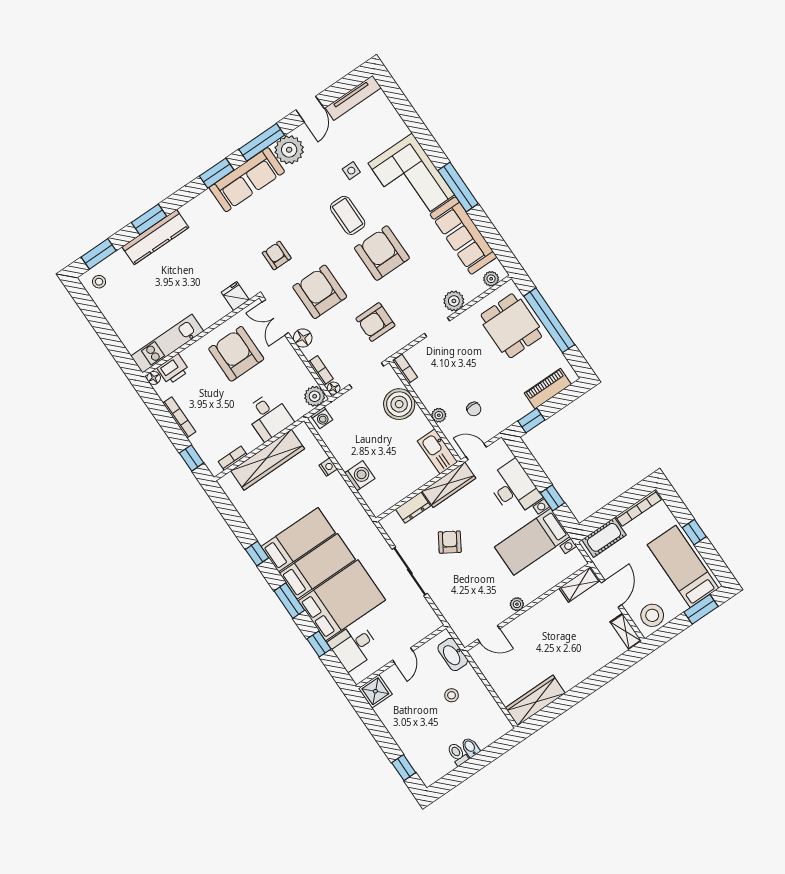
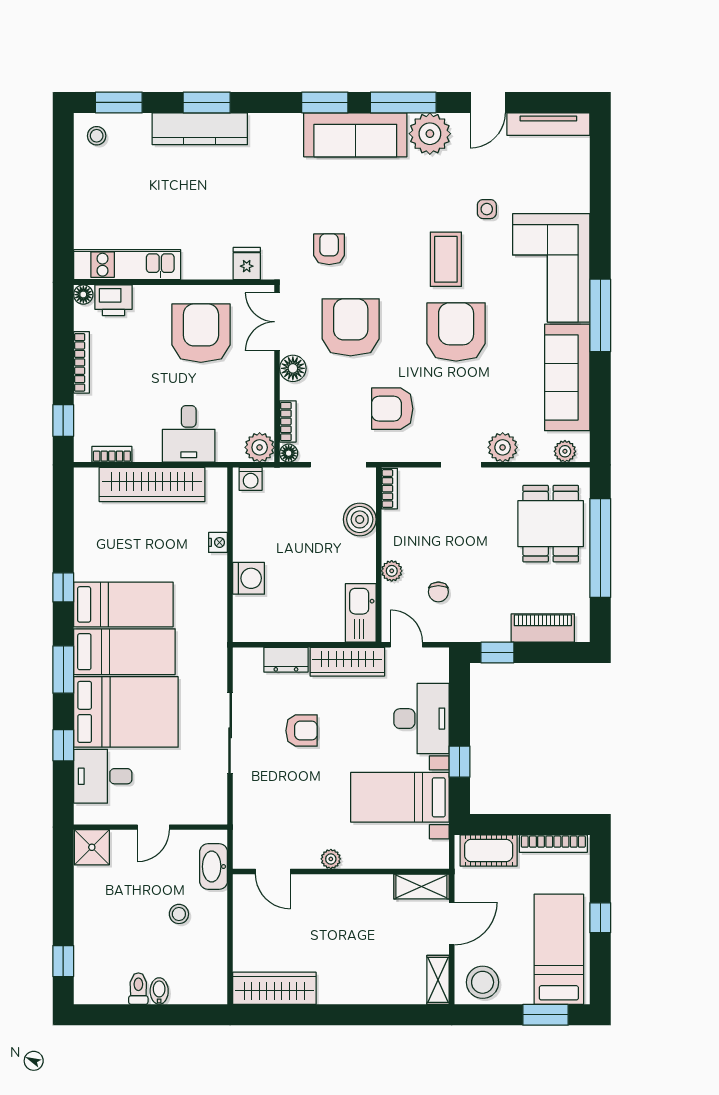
boiler: (399, 404) -> (360, 519), width x0.73, depth x0.73
armchair: (450, 542) -> (302, 731), turned 58

